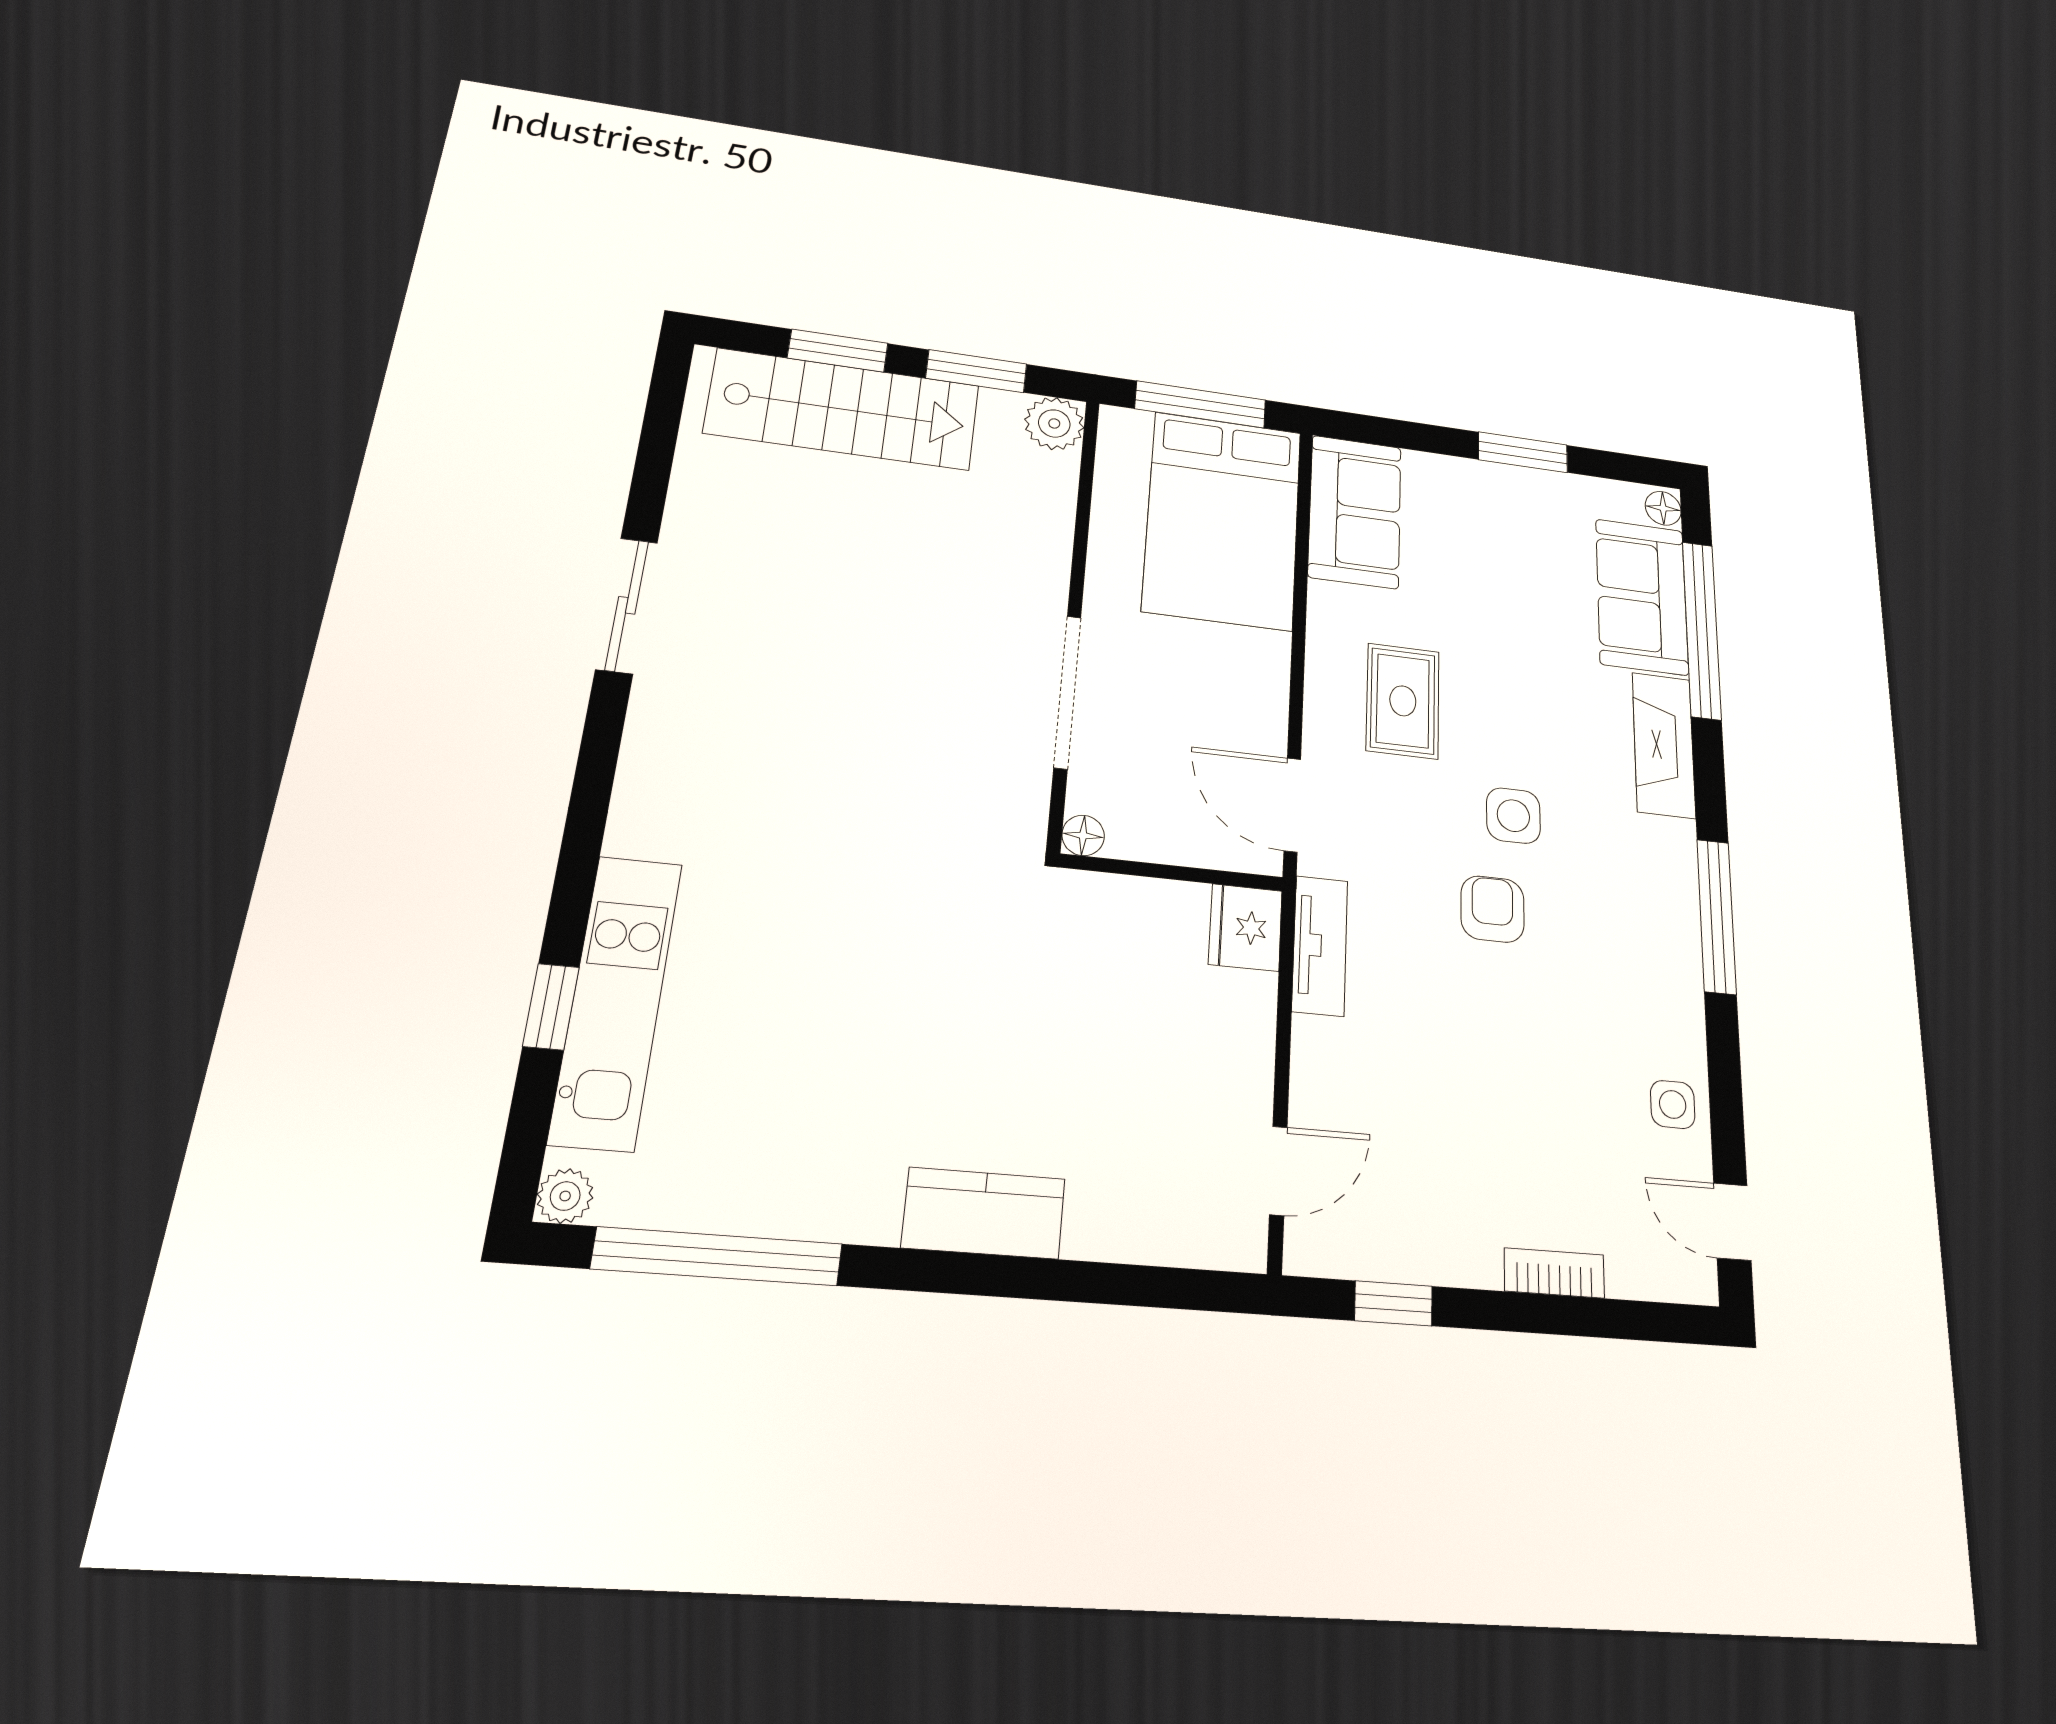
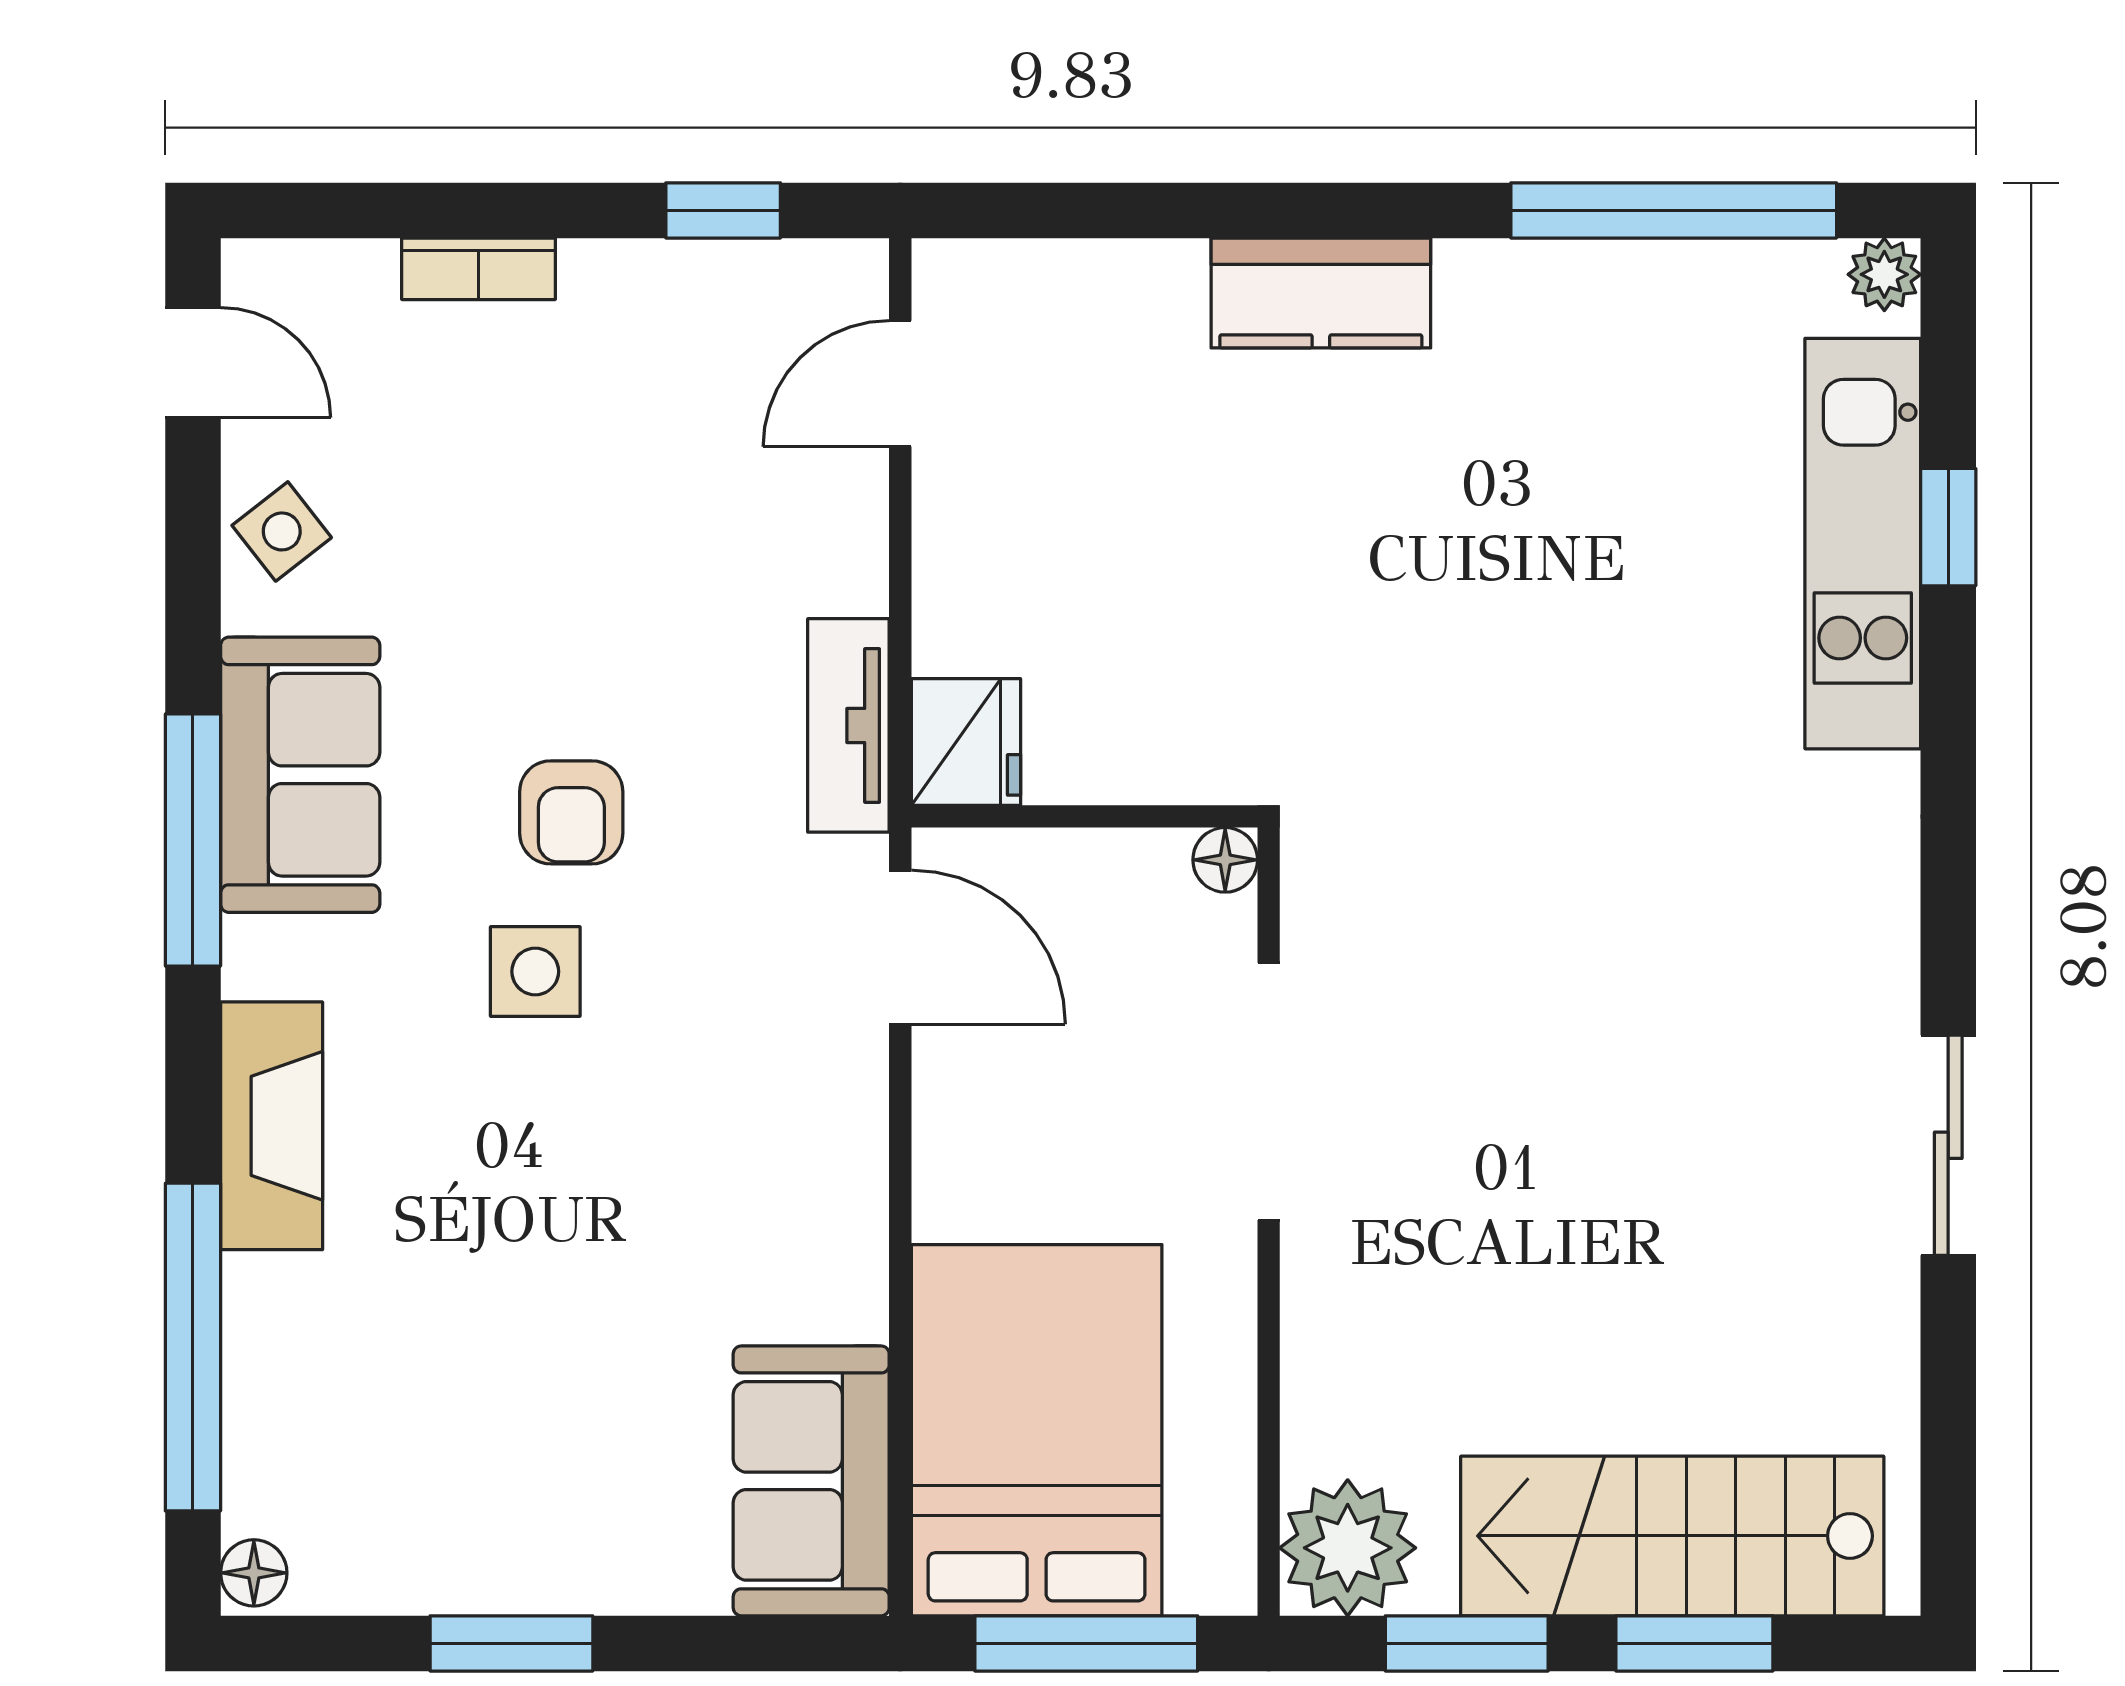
plant: (1054, 423) -> (1348, 1548), width x1.36, depth x1.36
sofa: (1642, 597) -> (300, 775), moved
rug: (1403, 701) -> (722, 1147), removed
side table: (1673, 1104) -> (282, 531), turned -38

